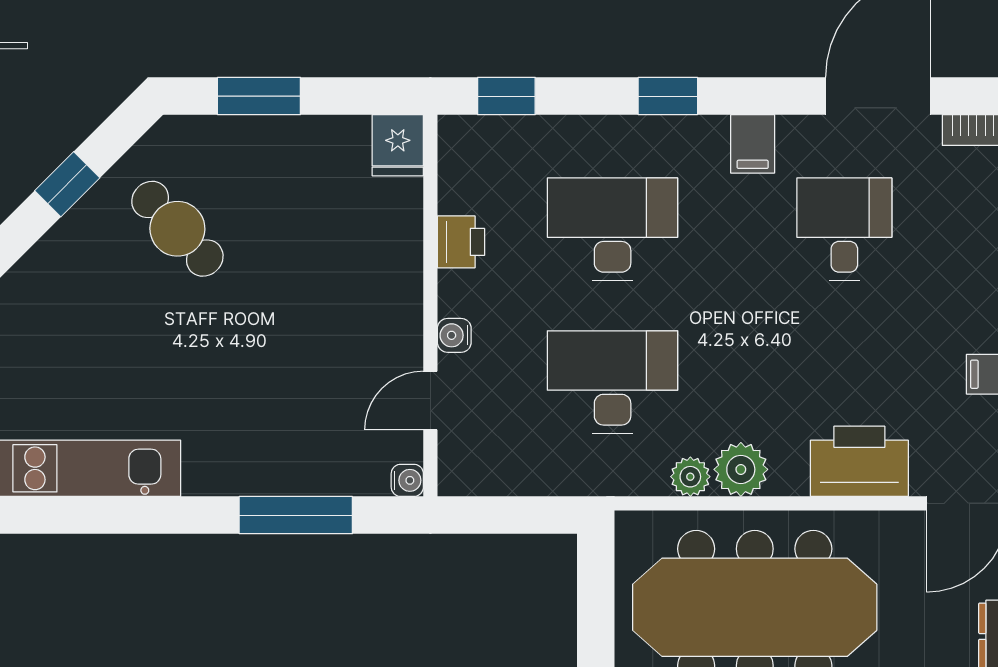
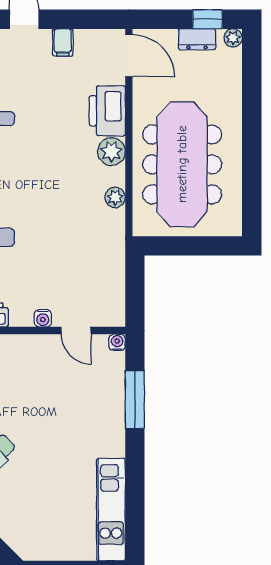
desk: (613, 382) -> (67, 237), removed
plant: (741, 469) -> (111, 152), moved

